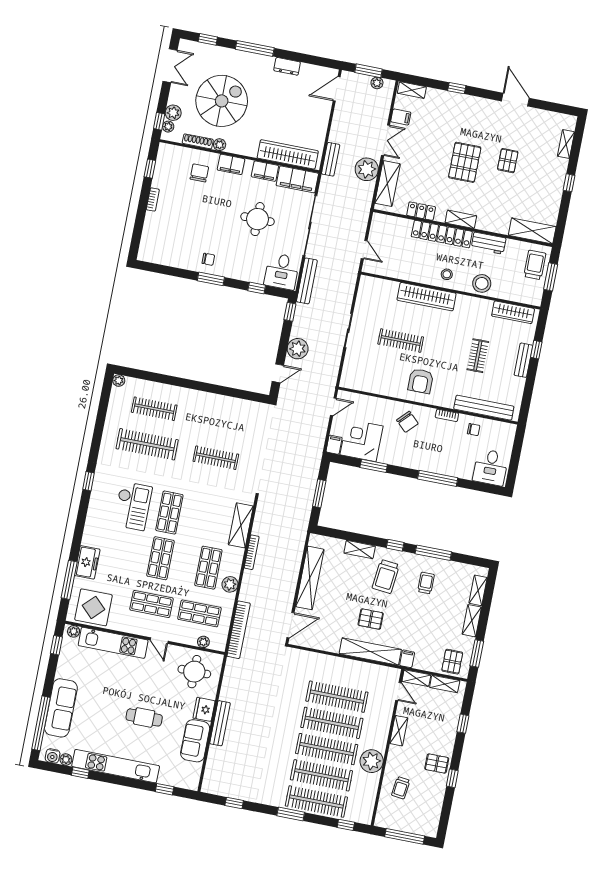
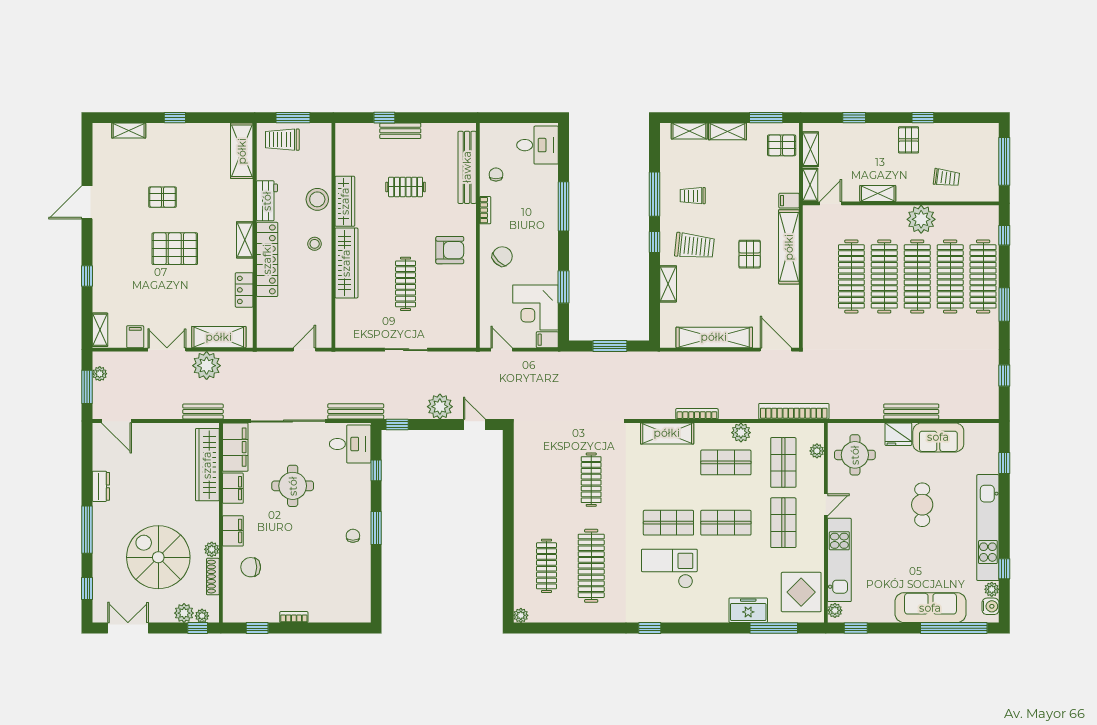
wardrobe: (513, 312) -> (345, 201), moved

